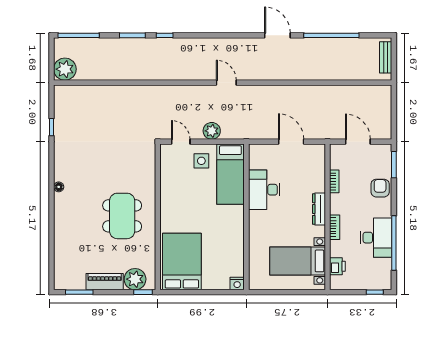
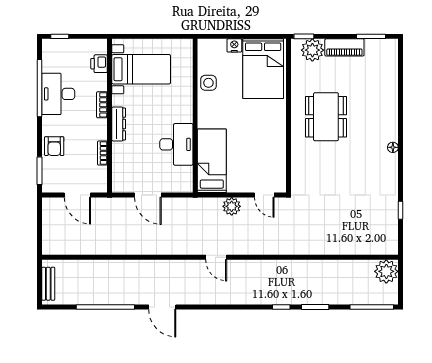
side table: (201, 161) -> (208, 83), moved
nightstand: (237, 284) -> (234, 45), moved

